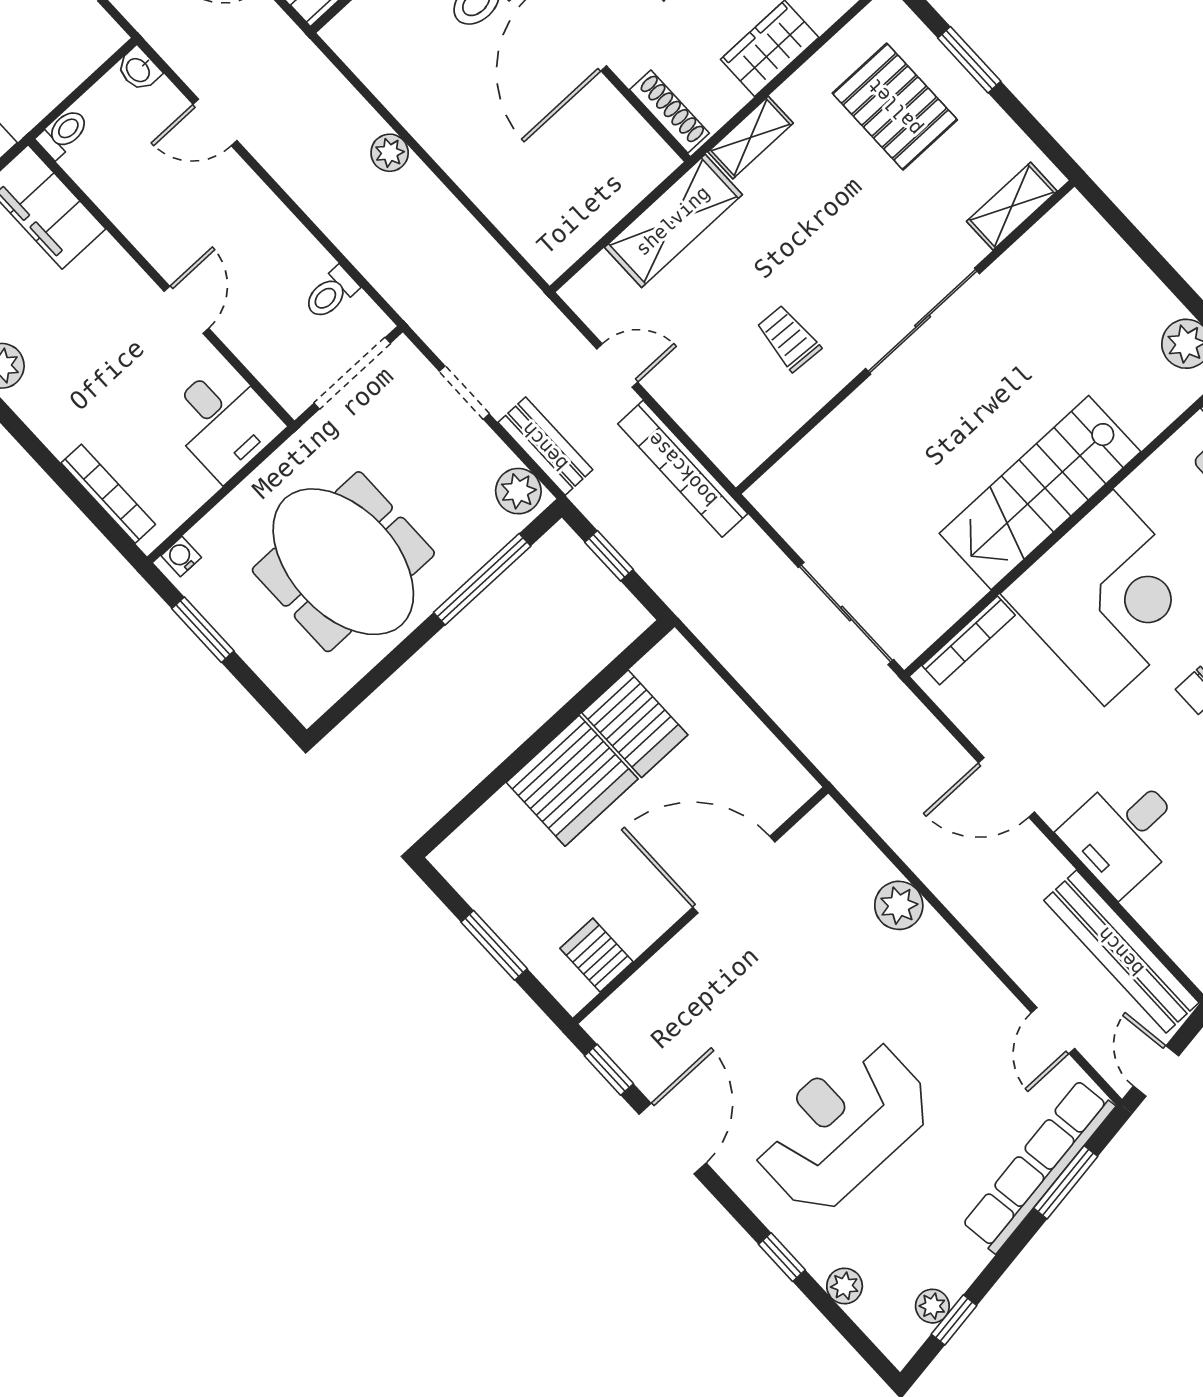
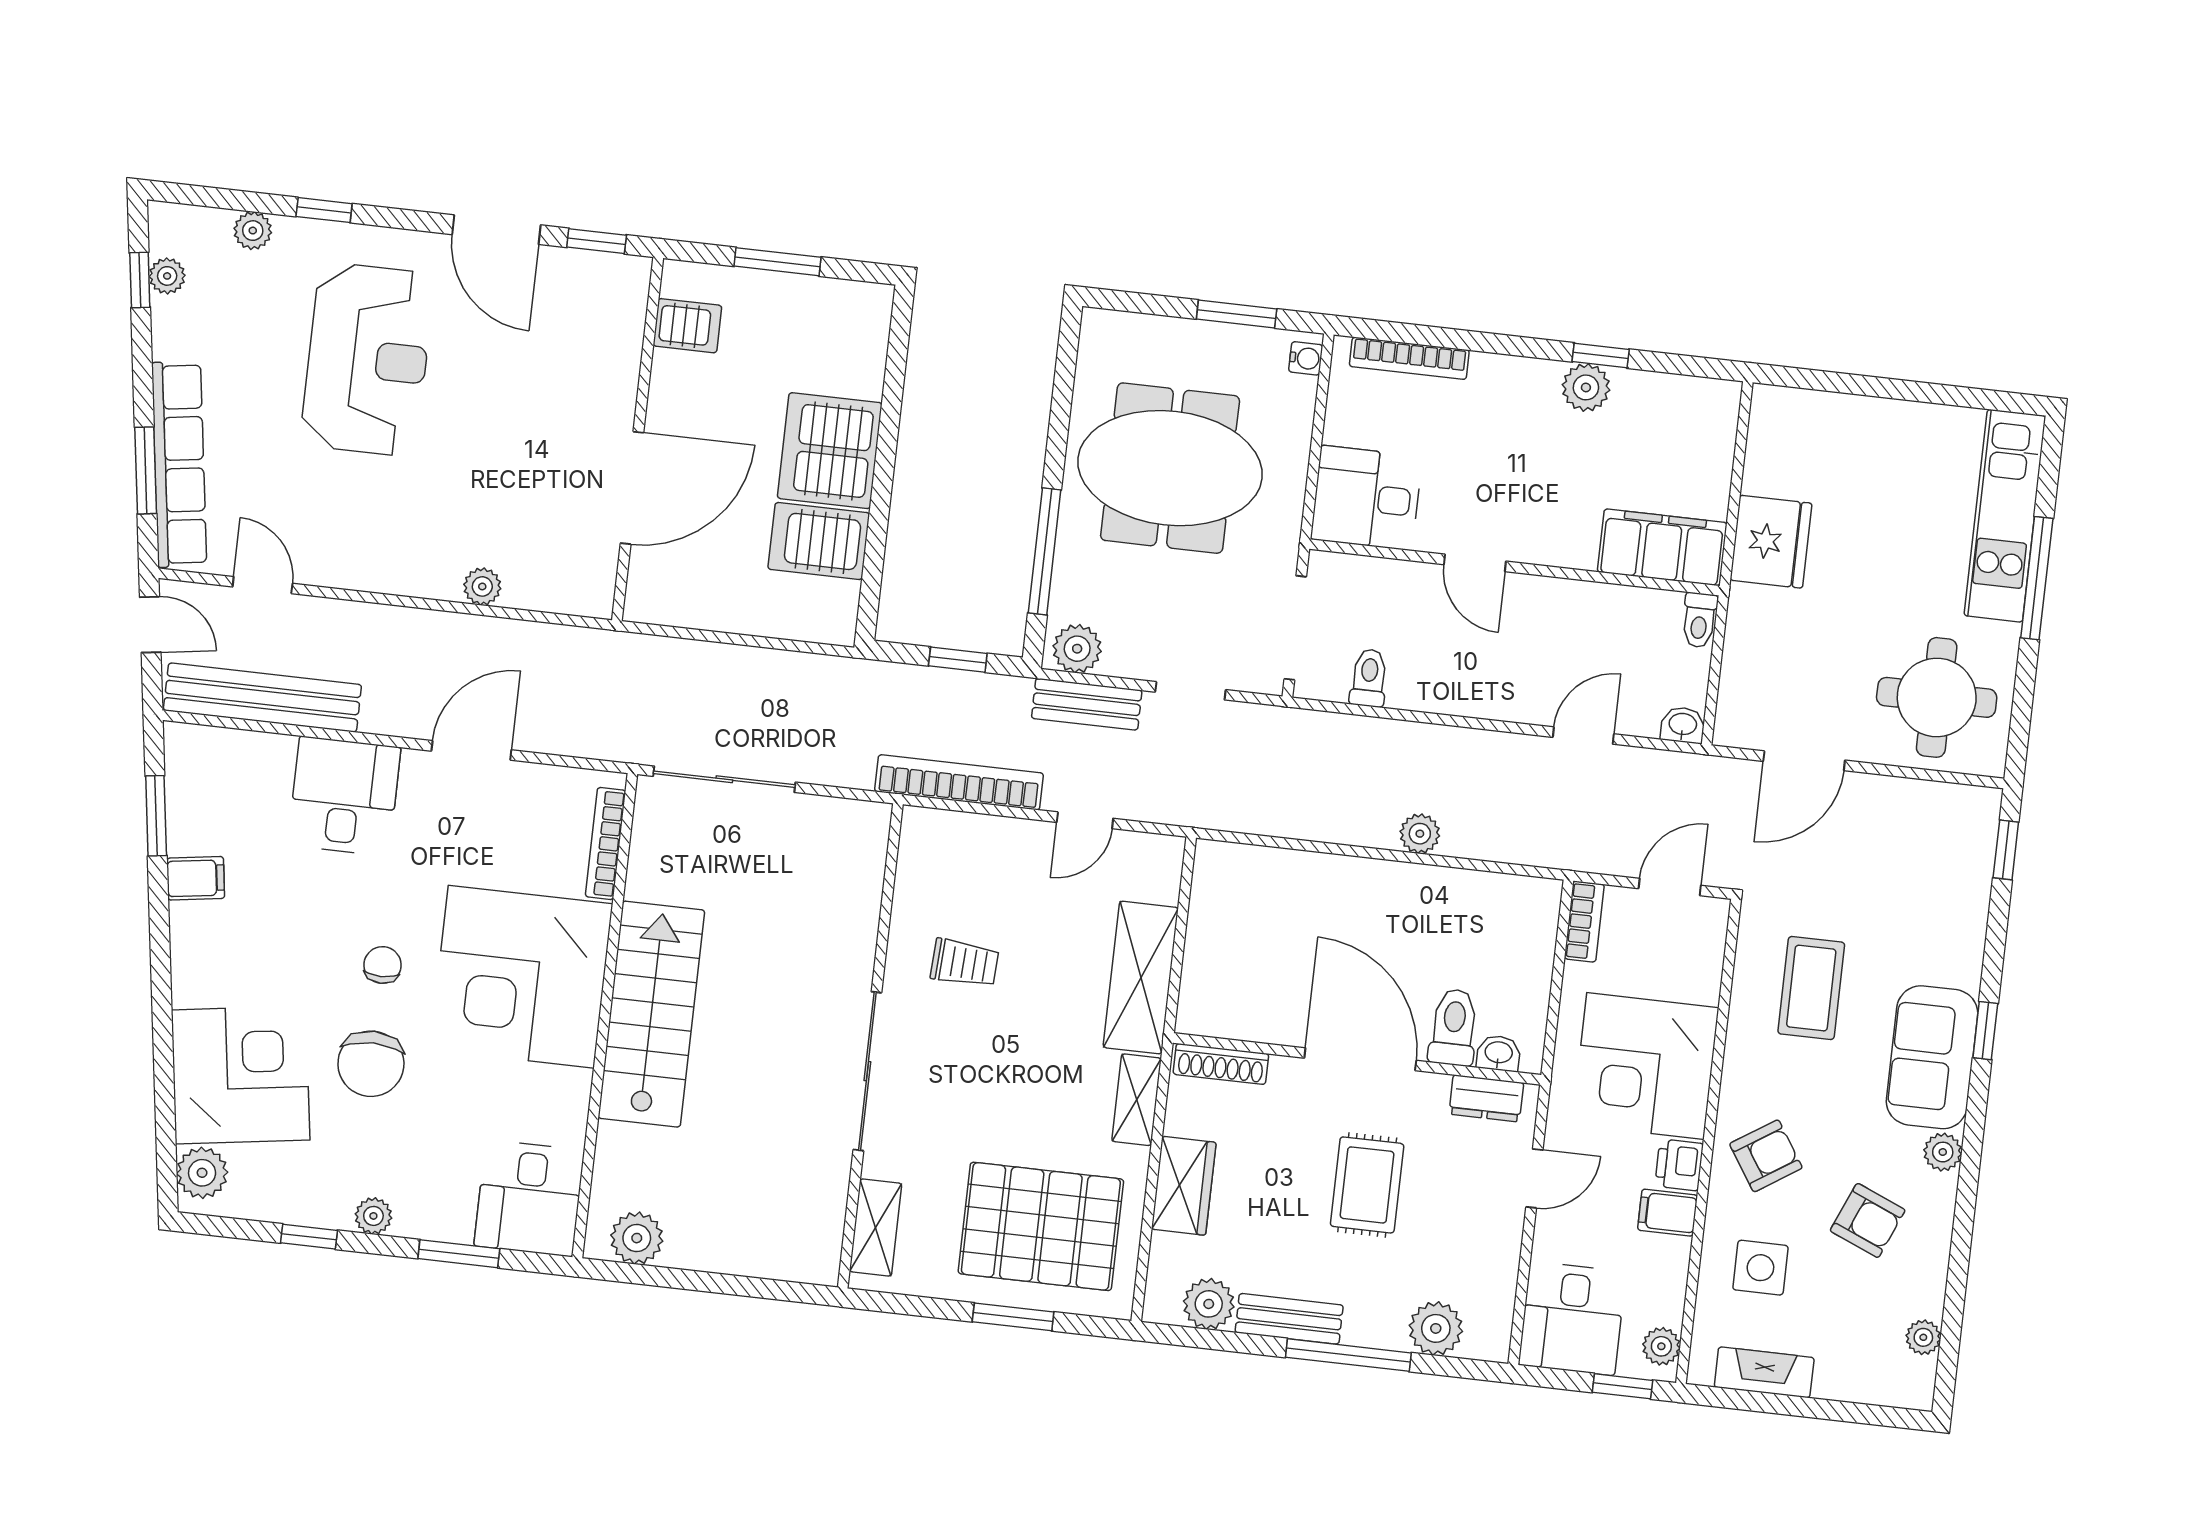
pallet: (895, 107) -> (1041, 1226), width x1.37, depth x1.41
plant: (899, 905) -> (482, 586), width x0.73, depth x0.73

